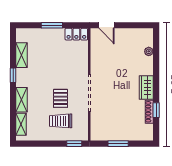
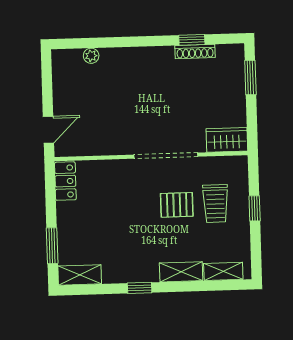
window: (52, 25) -> (52, 246), moved
shelving: (22, 55) -> (80, 275), moved
wardrobe: (146, 87) -> (227, 140), moved, turned 180
window: (74, 144) -> (255, 208), moved
window: (118, 144) -> (250, 78), moved

